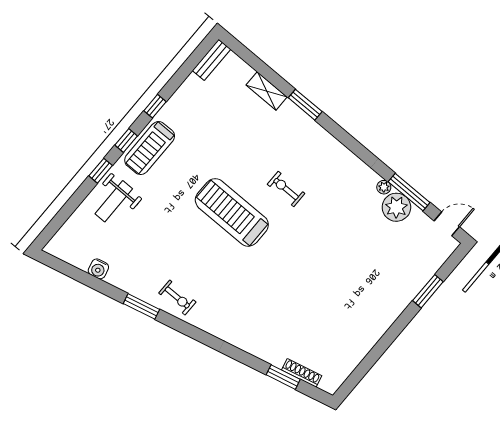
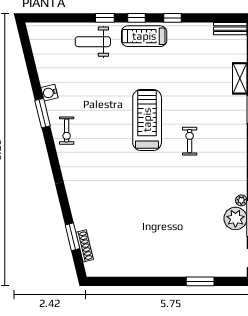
water cooler: (98, 269) -> (49, 93), moved

